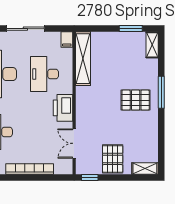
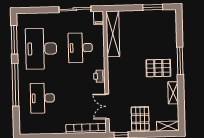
sliding door: (25, 29) -> (75, 9), moved
shelving: (152, 45) -> (173, 93), moved
printer: (63, 108) -> (99, 76), width x0.53, depth x0.68
bookcase: (30, 169) -> (86, 128), moved

